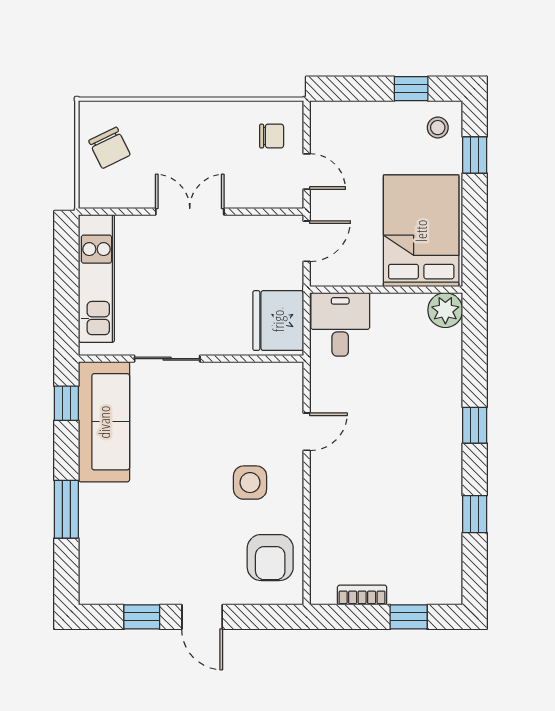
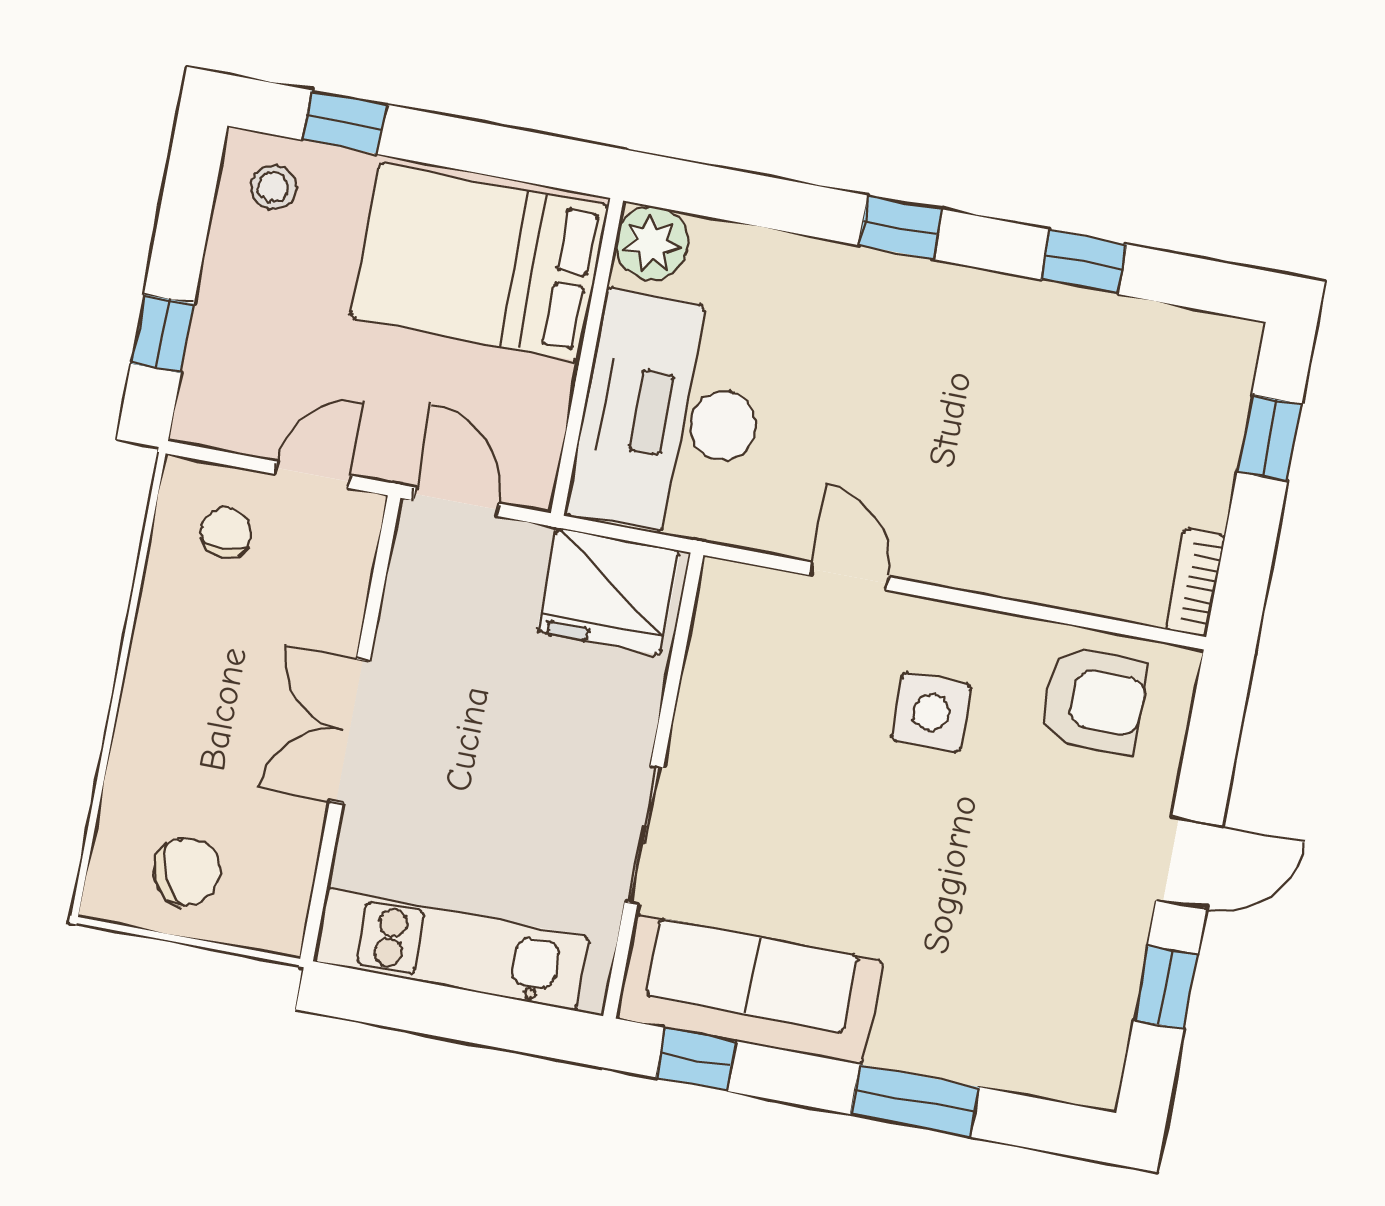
window: (411, 89) -> (162, 334), moved
desk: (340, 324) -> (670, 416), width x1.87, depth x1.30
bookcase: (362, 595) -> (1196, 583), moved

